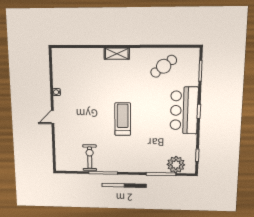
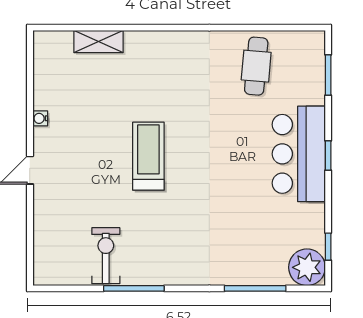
shelving: (117, 54) -> (98, 41), moved
cafe table: (164, 66) -> (256, 66), turned -47
treadmill: (123, 119) -> (148, 156), moved
plant: (176, 165) -> (307, 267), moved

